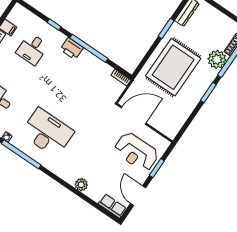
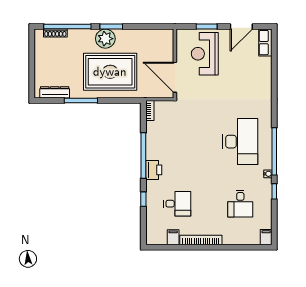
window: (166, 28) -> (81, 100), width x1.44
plant: (217, 59) -> (105, 39), moved
desk: (47, 133) -> (240, 142), turned 180
reception desk: (136, 152) -> (205, 54), turned 180
plant: (81, 185) -> (265, 82), removed

